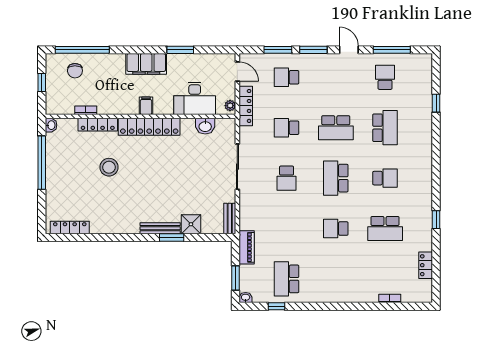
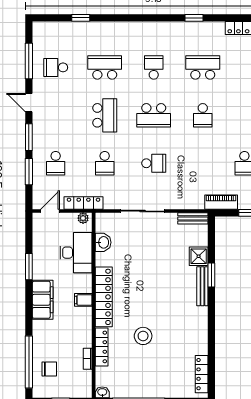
door: (349, 50) -> (29, 103), hinge flipped
school desk: (385, 229) -> (203, 67), turned -90

